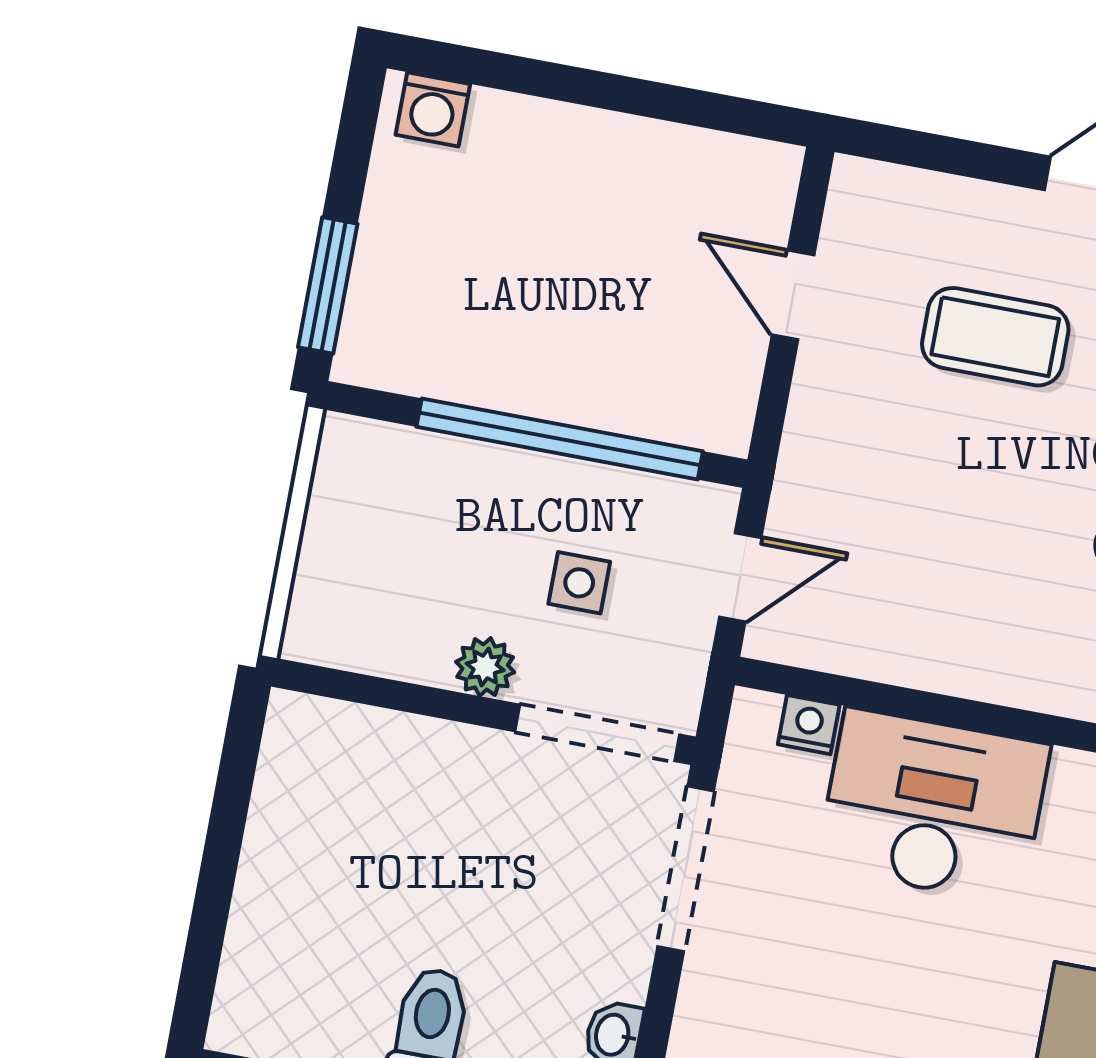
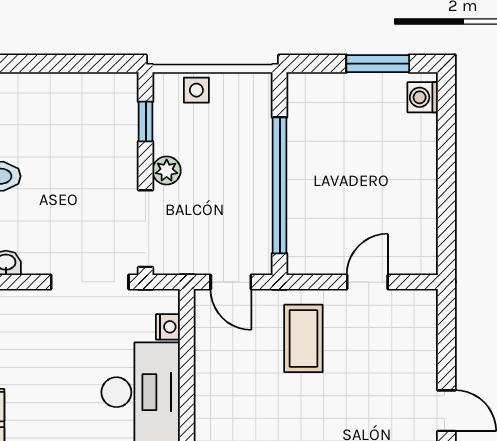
window: (328, 285) -> (378, 64), moved
coffee table: (995, 337) -> (303, 338), moved
side table: (579, 583) -> (196, 90), moved
window: (375, 691) -> (146, 121), added

